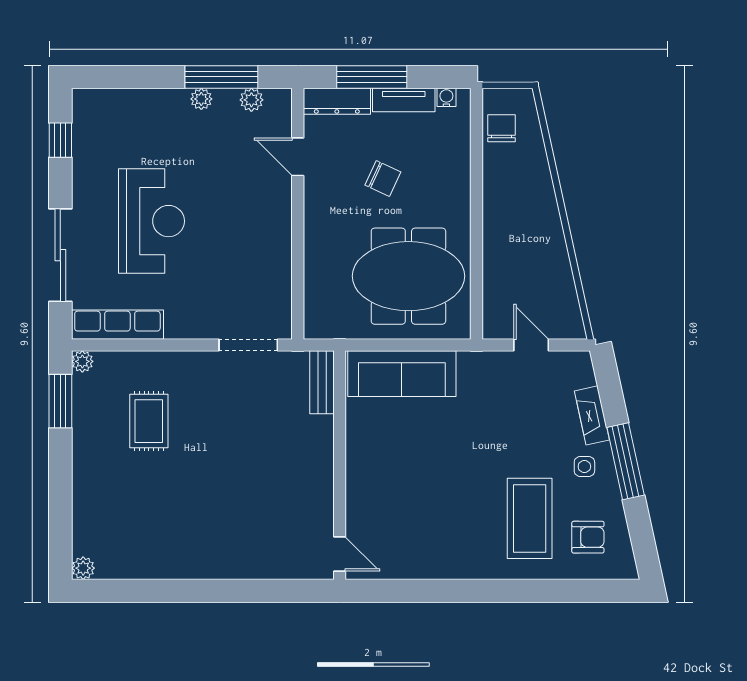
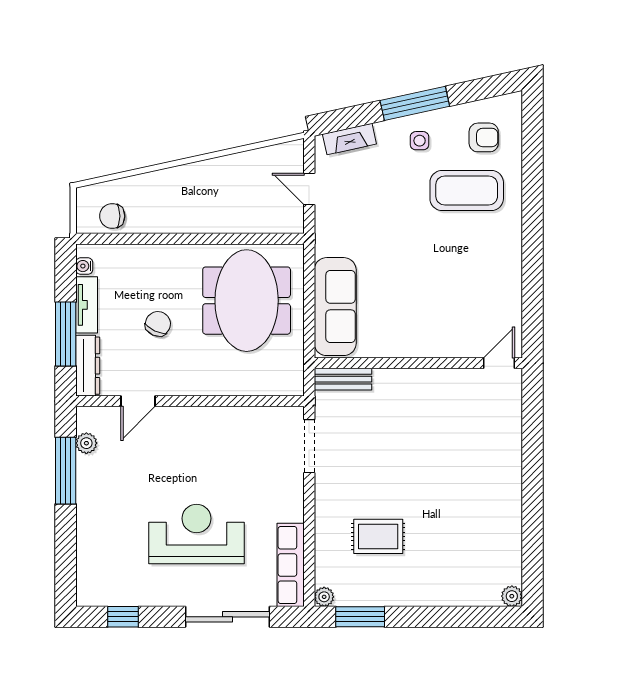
plant: (201, 99) -> (86, 489), removed
door: (531, 345) -> (309, 189), hinge flipped
fireplace: (592, 415) -> (349, 139), moved
armchair: (588, 537) -> (484, 137), turned 90

